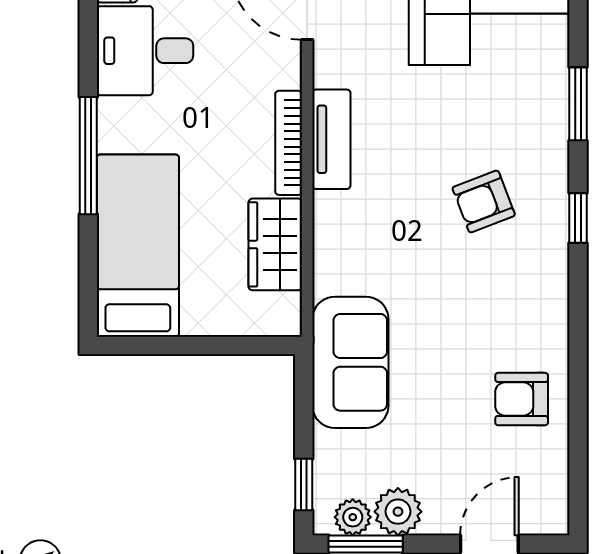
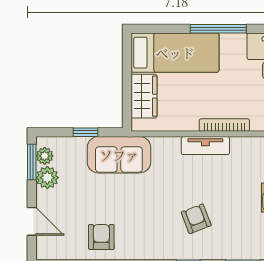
tv unit: (331, 139) -> (205, 146), moved
wardrobe: (275, 244) -> (144, 96), moved, turned 90
window: (304, 485) -> (86, 132), moved

